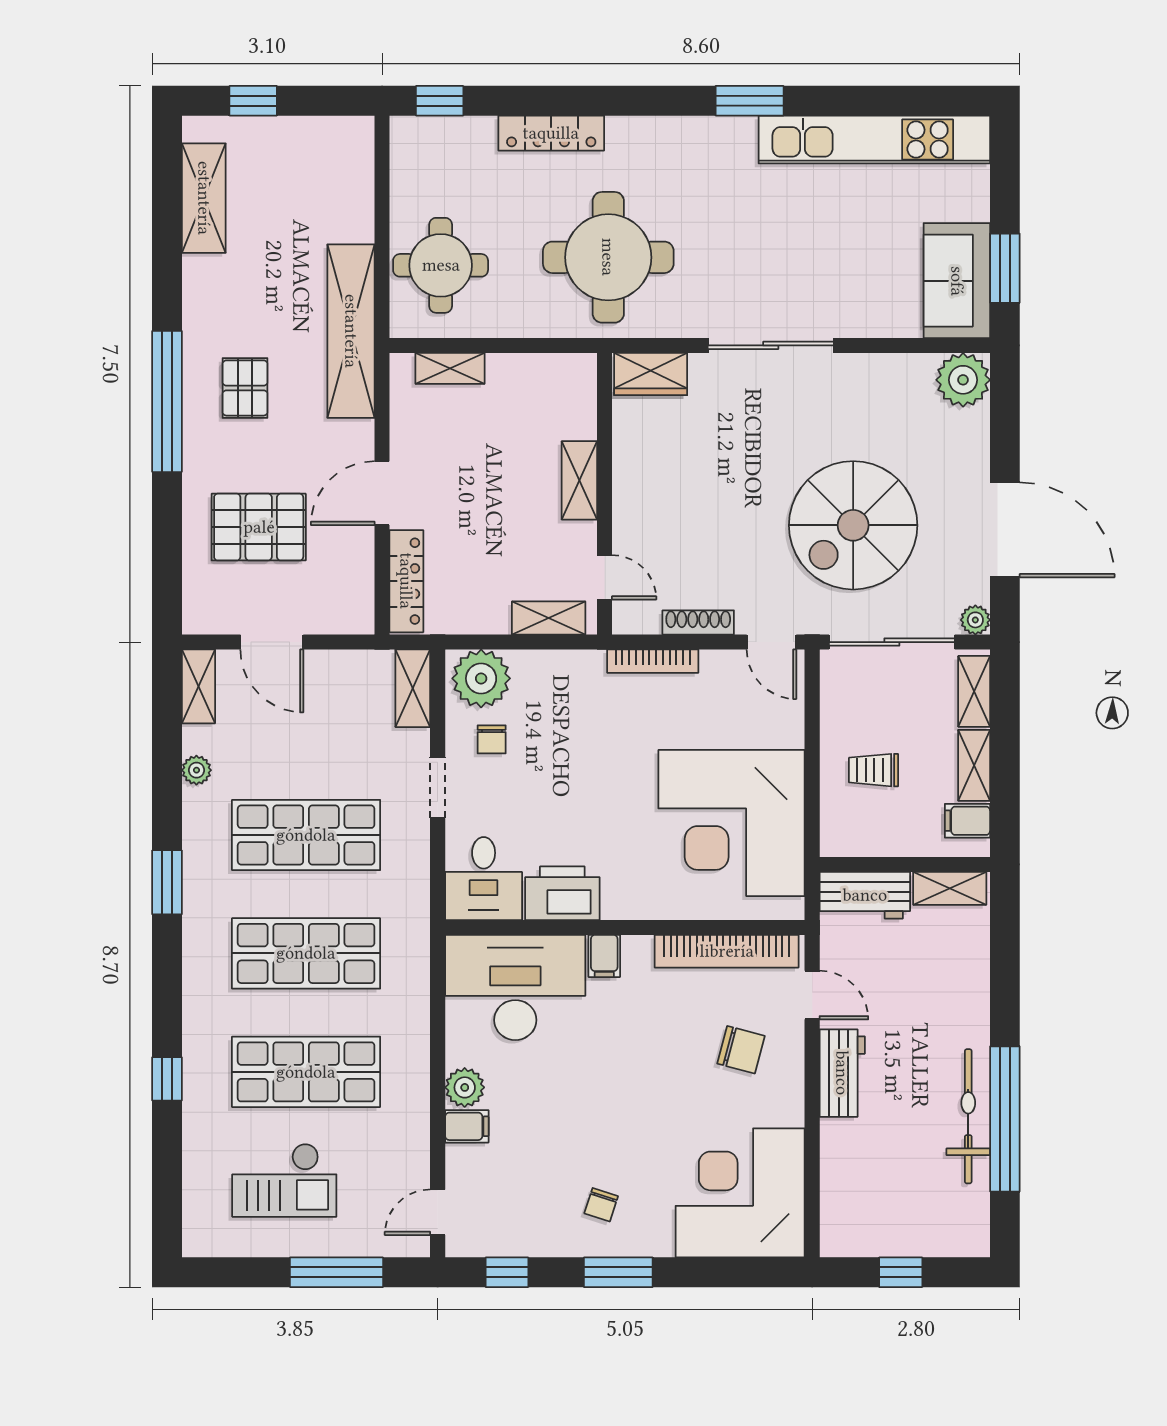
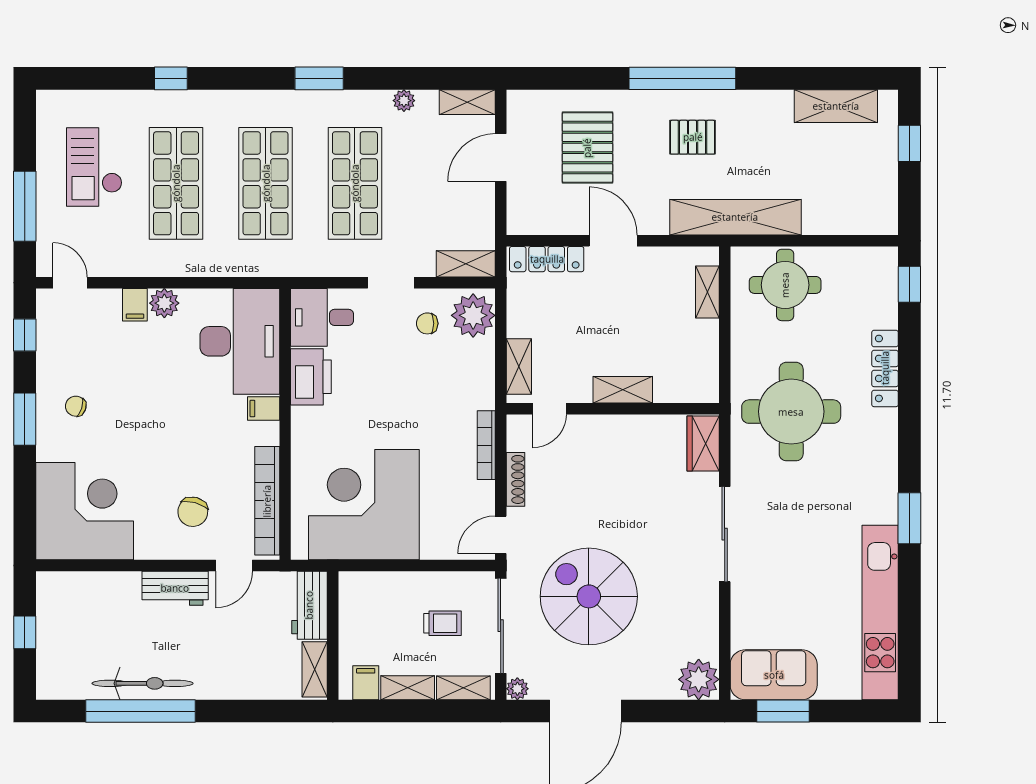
trolley: (873, 770) -> (443, 623), moved, turned 90

